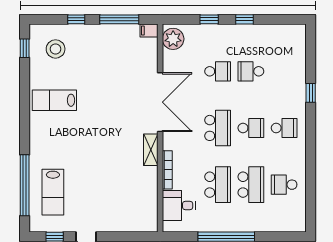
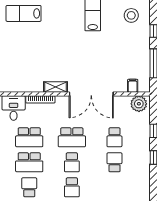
filing cabinet: (149, 31) -> (133, 86), moved

